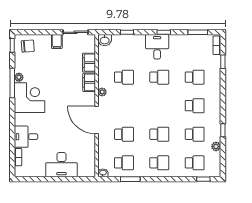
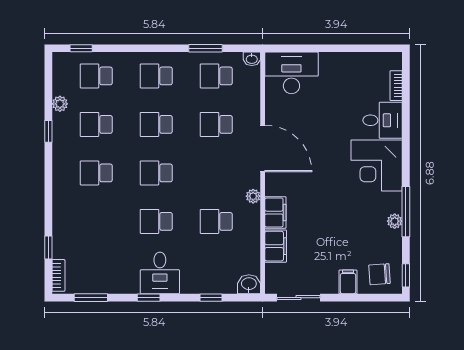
filing cabinet: (57, 42) -> (348, 282), moved
school desk: (195, 77) -> (156, 173), moved
corner desk: (29, 98) -> (377, 166), moved
desk: (61, 165) -> (291, 73), moved

